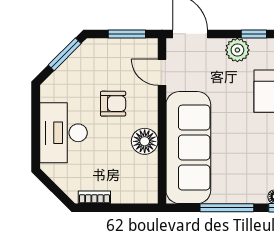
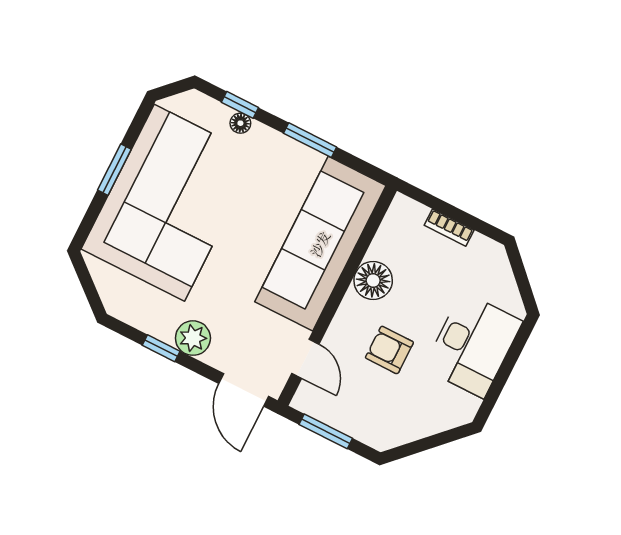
window: (65, 54) -> (420, 446), removed
bookcase: (94, 197) -> (449, 228), moved
window: (227, 208) -> (310, 140), width x0.69

